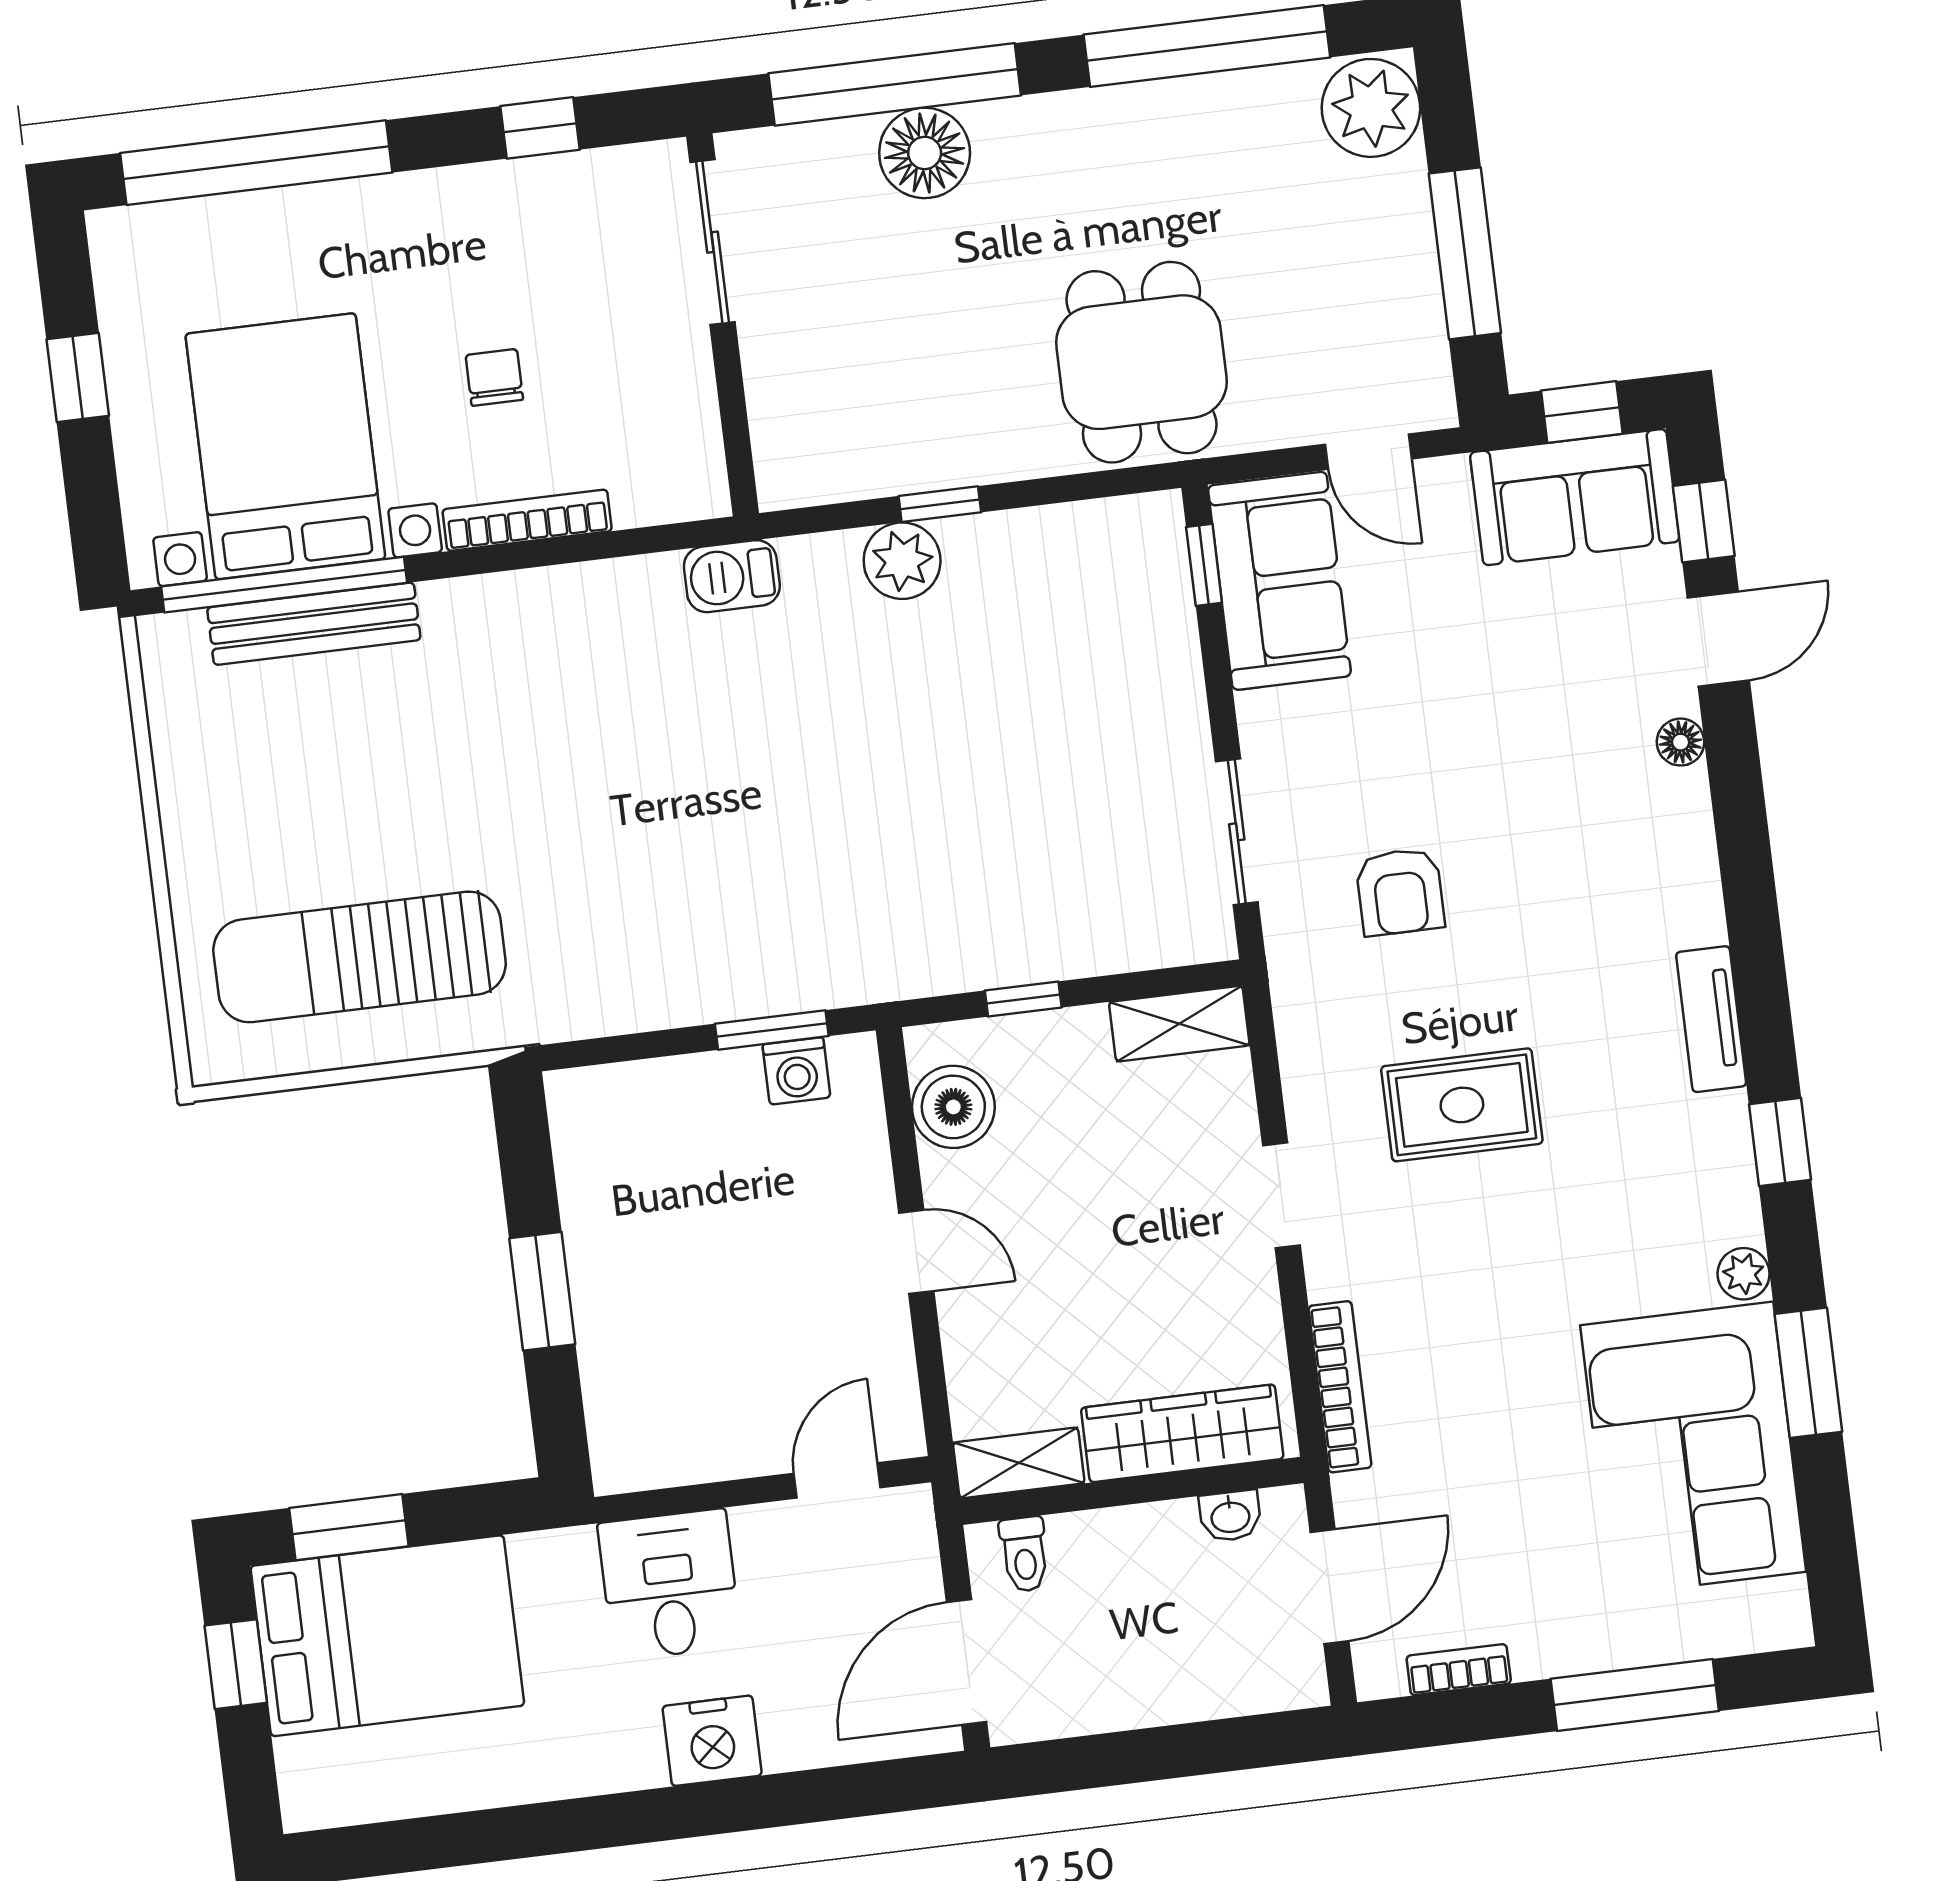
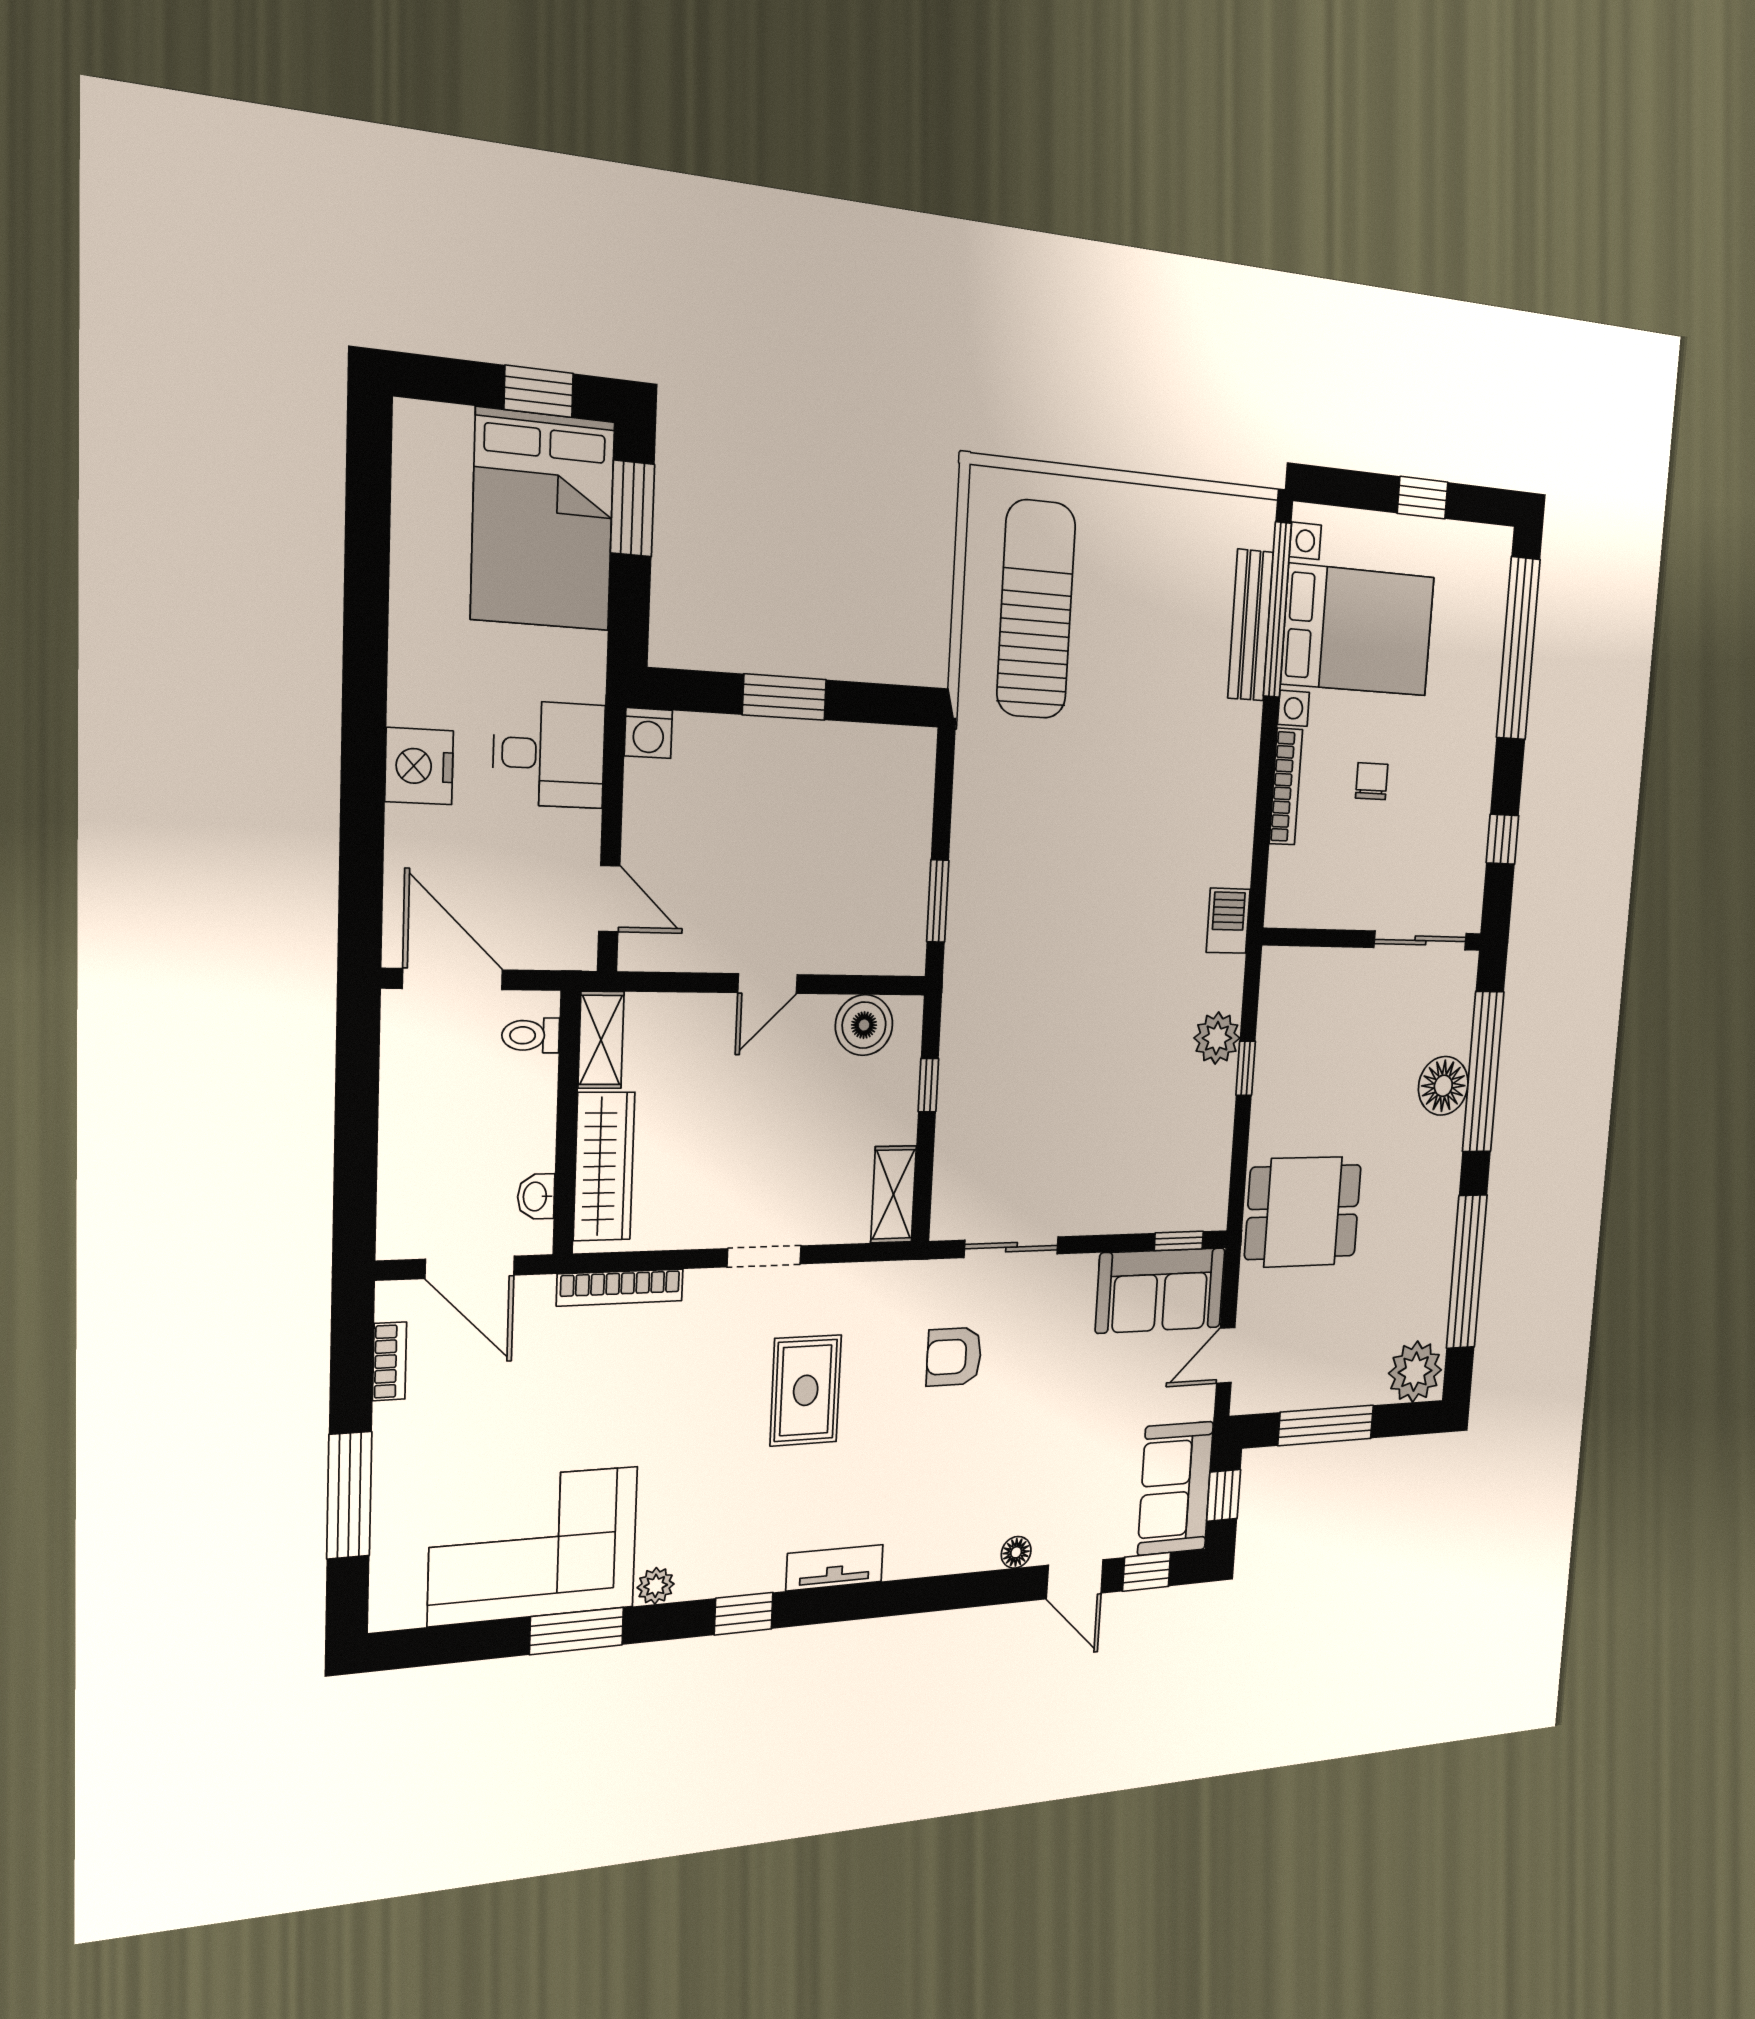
chair: (494, 377) -> (1372, 781), turned -90
washing machine: (796, 1071) -> (648, 733), moved, turned -90

